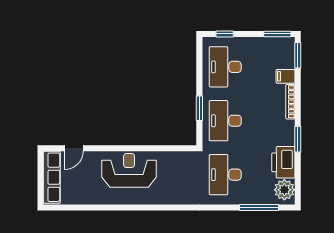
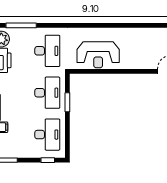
reception desk: (129, 170) -> (98, 55), moved

